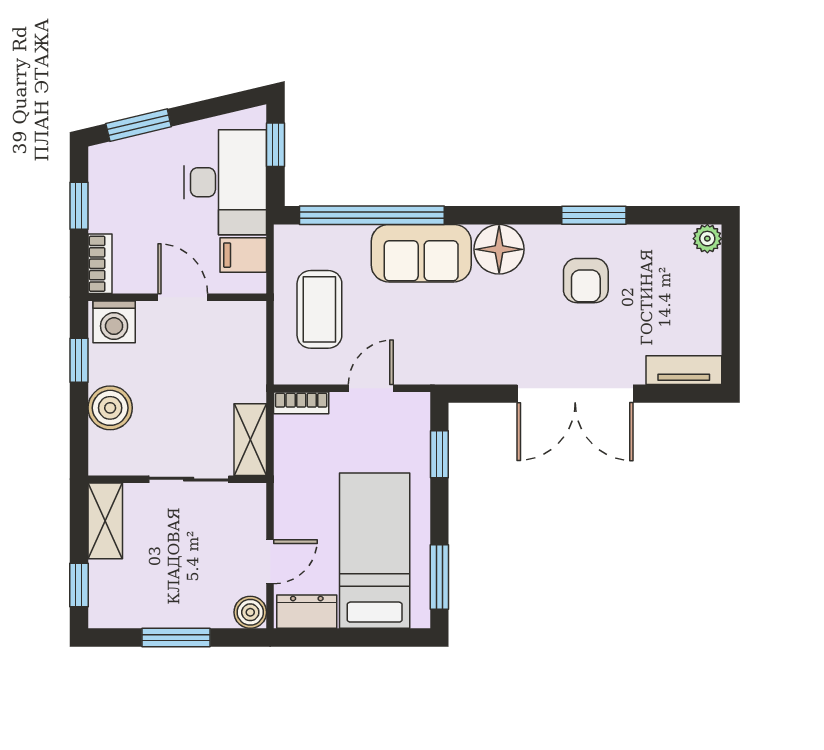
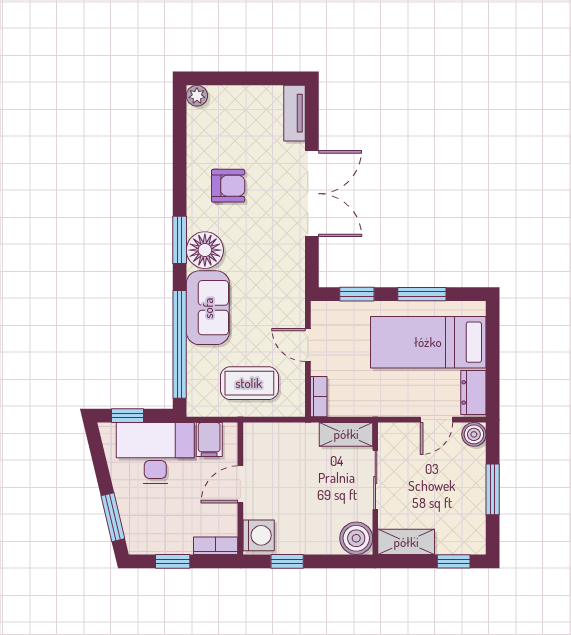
window: (594, 215) -> (180, 240), moved
boiler: (110, 408) -> (356, 538), moved
door: (270, 562) -> (436, 420), swing flipped
window: (439, 577) -> (422, 294), moved

